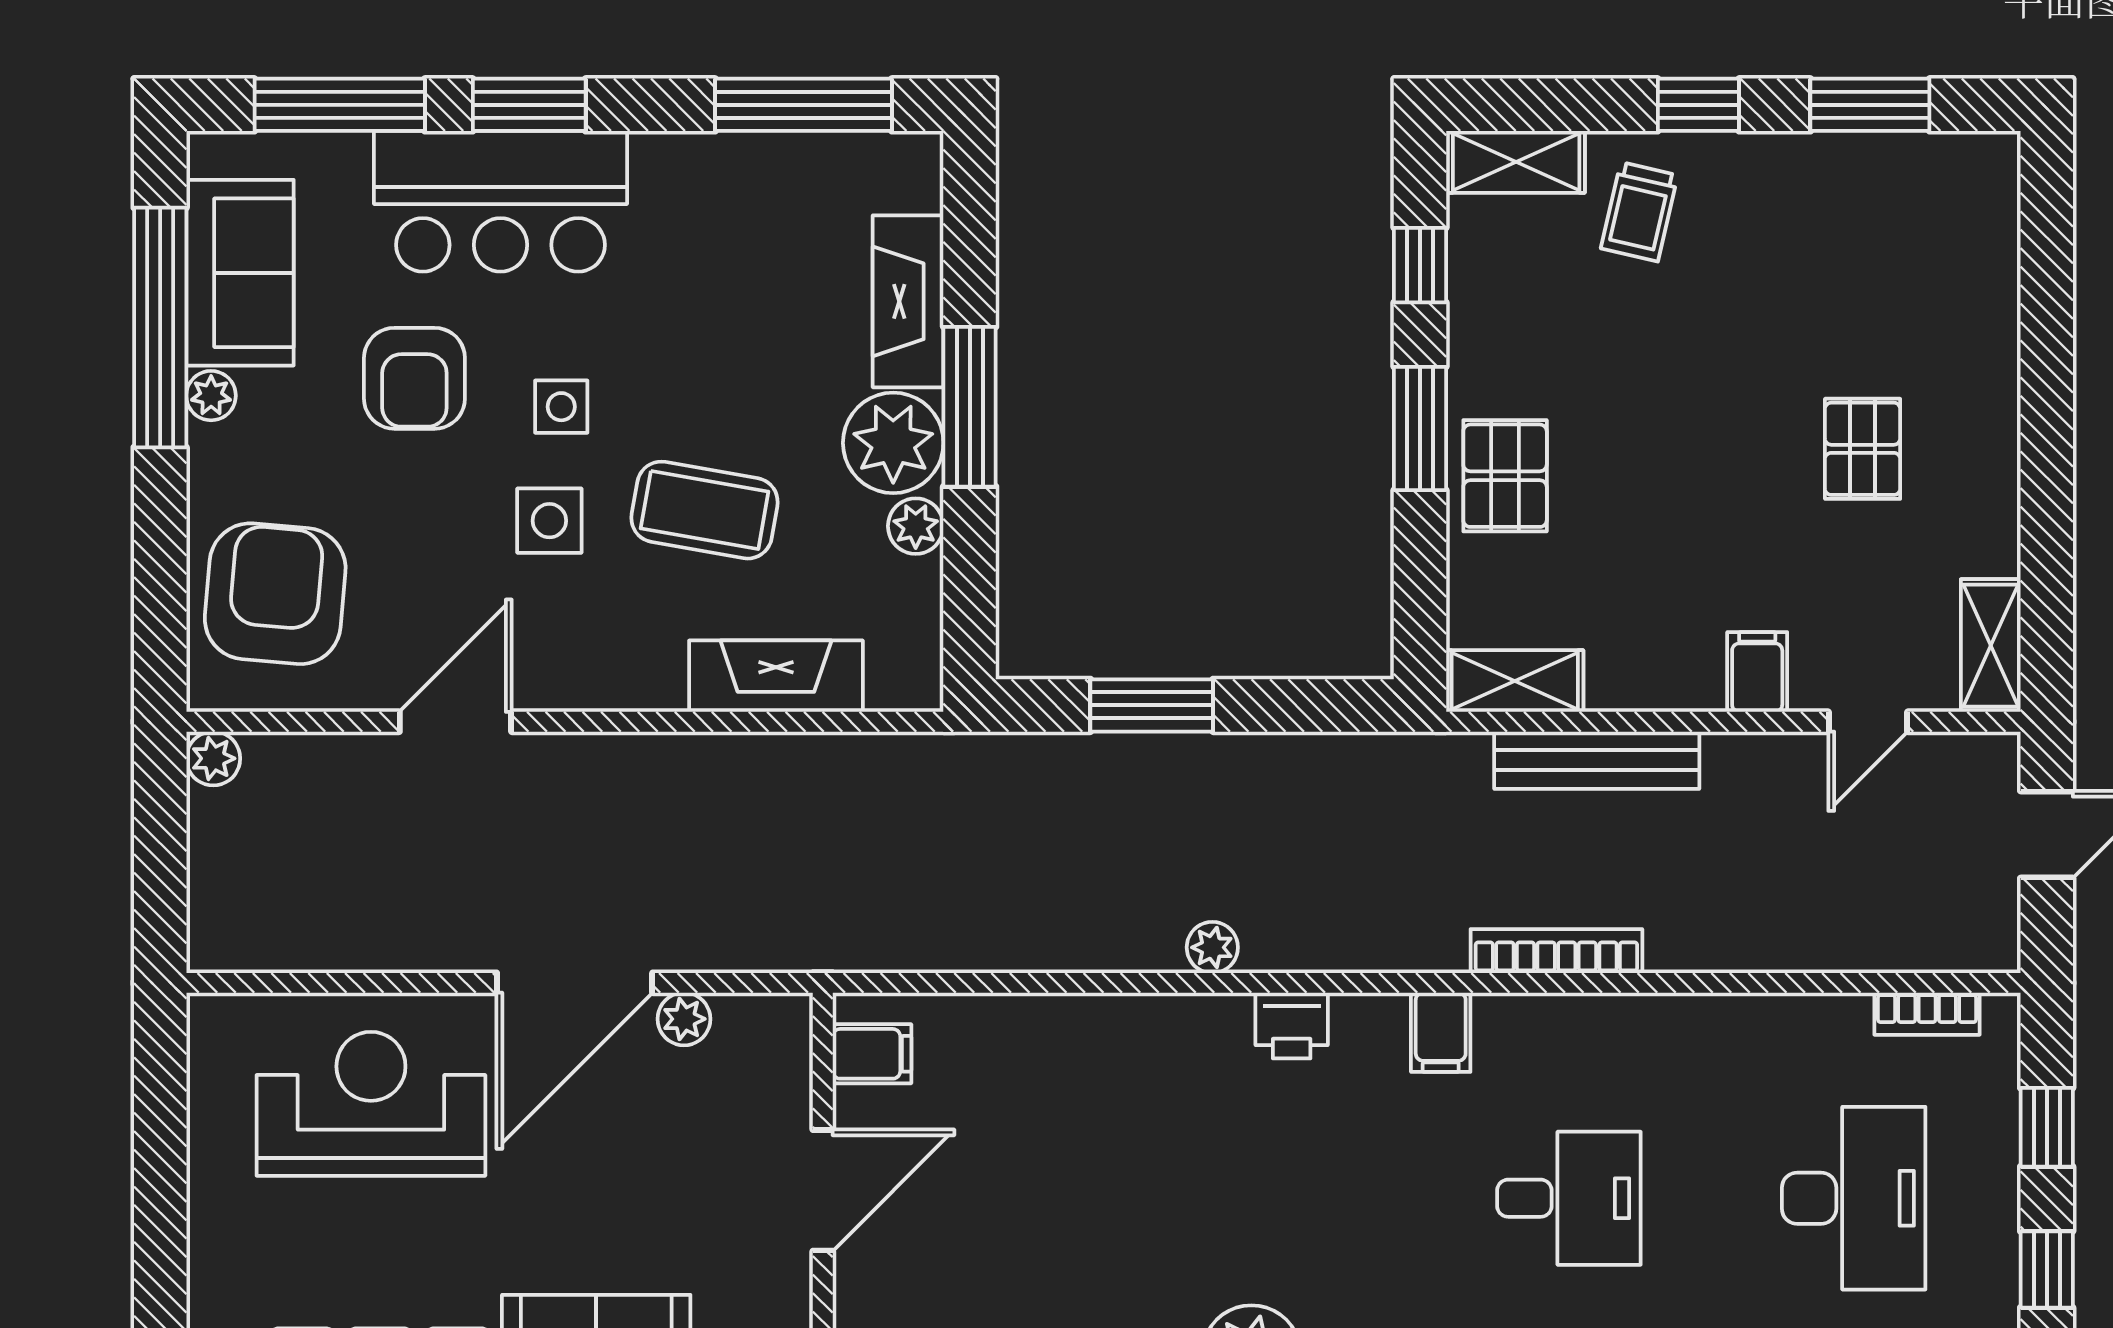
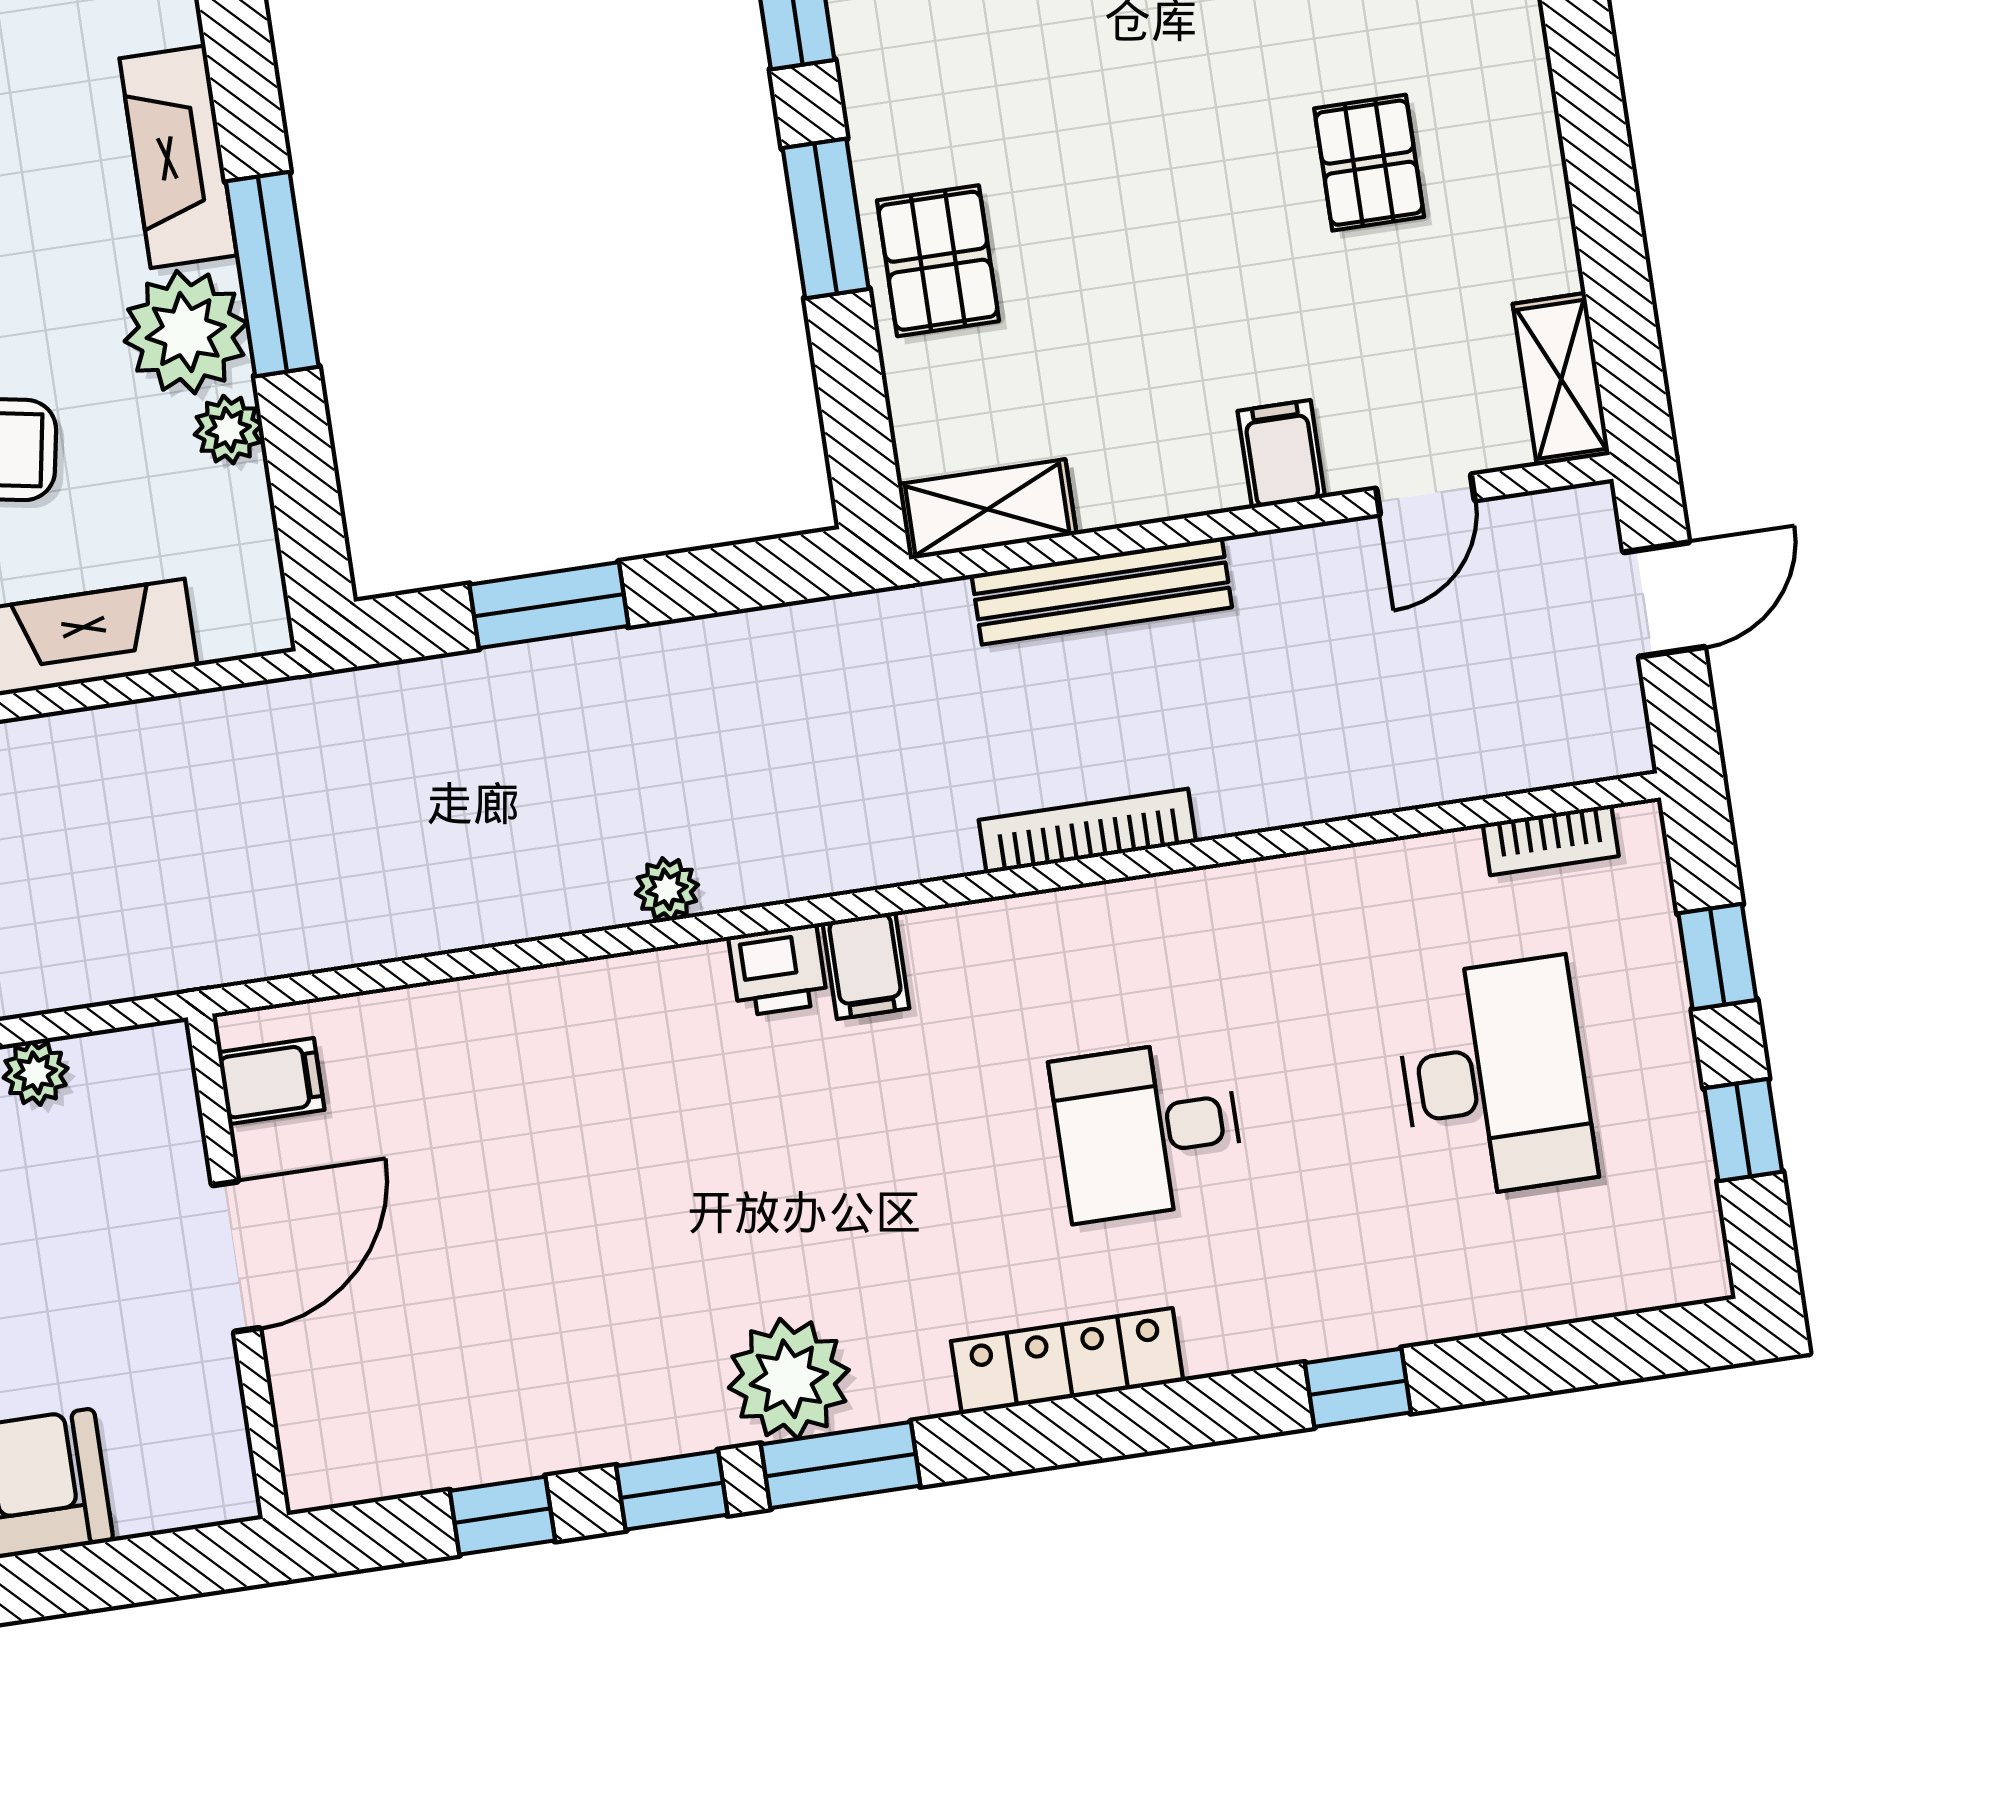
filing cabinet: (1441, 1032) -> (866, 965), moved
desk: (1569, 1198) -> (1148, 1130), turned 180

